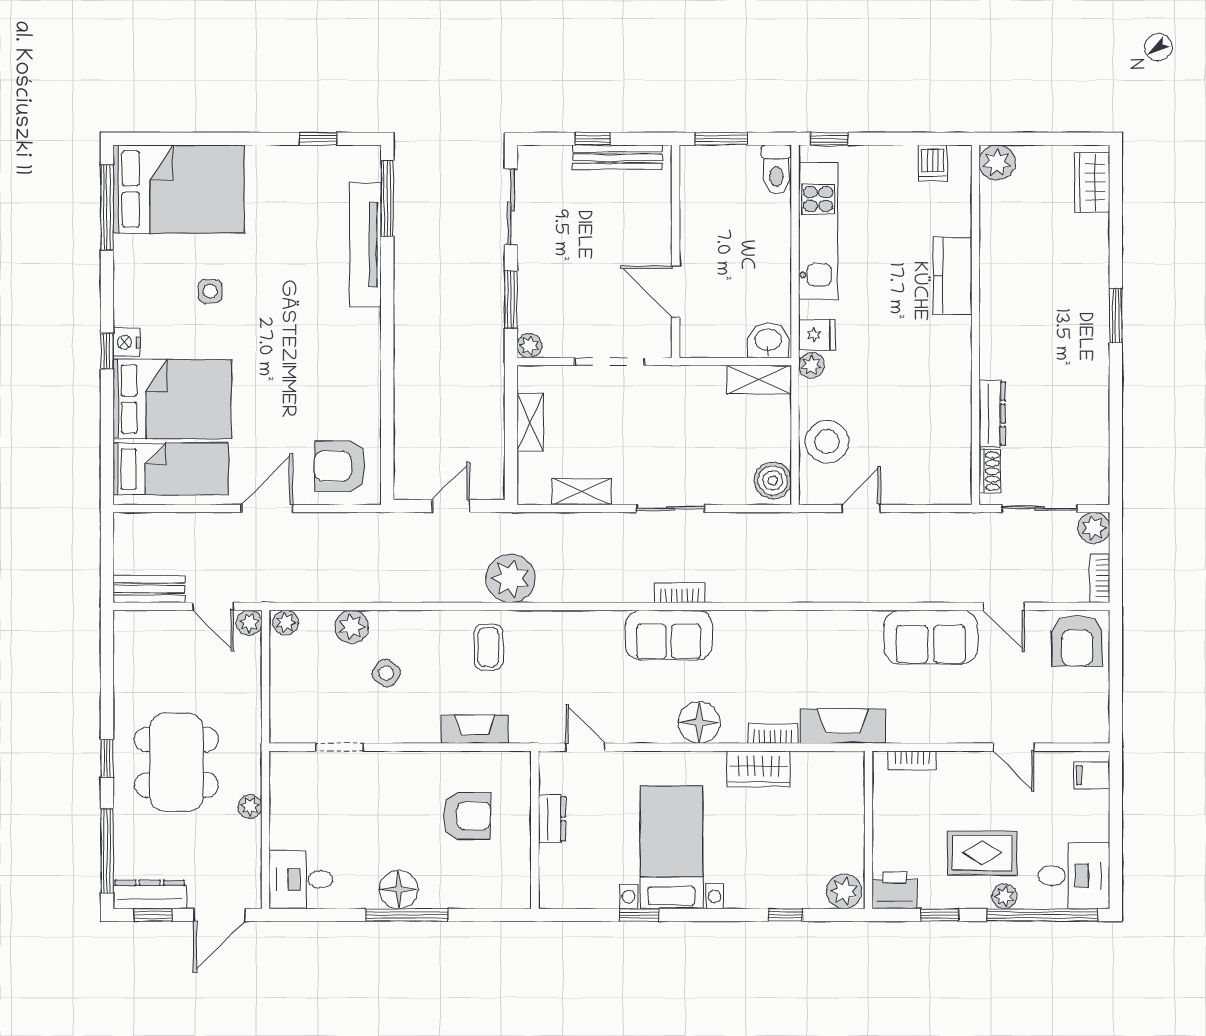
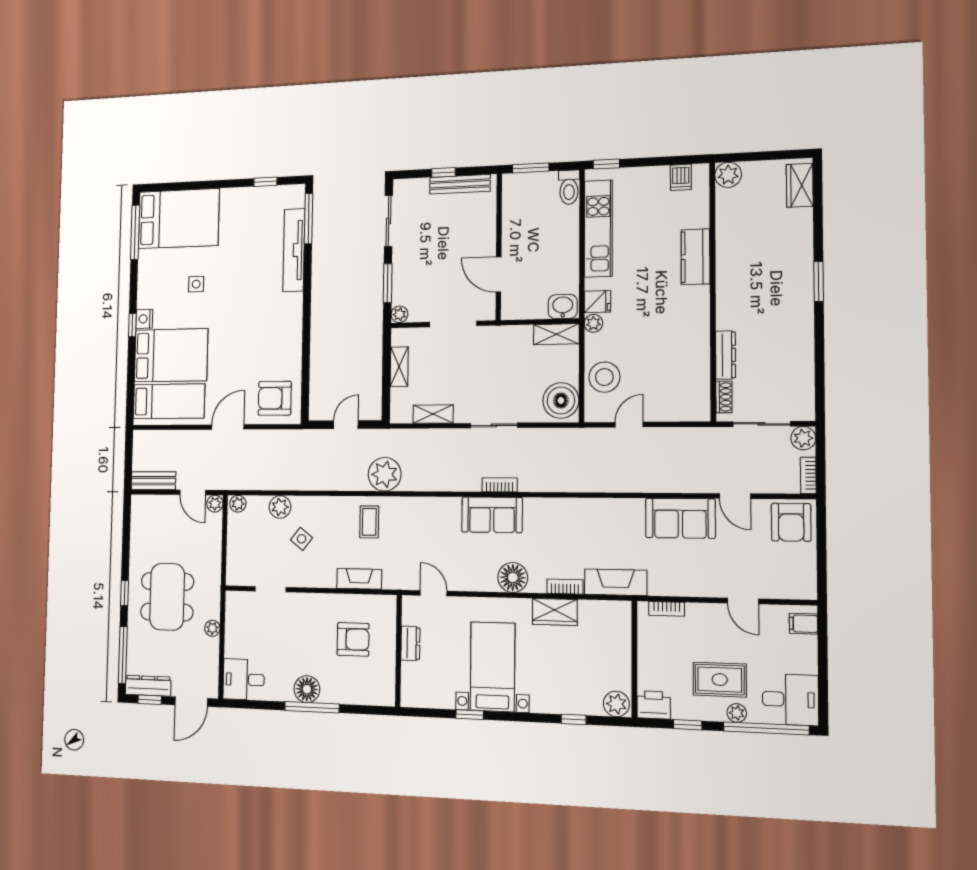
boiler: (773, 481) -> (561, 401), width x1.37, depth x1.37

